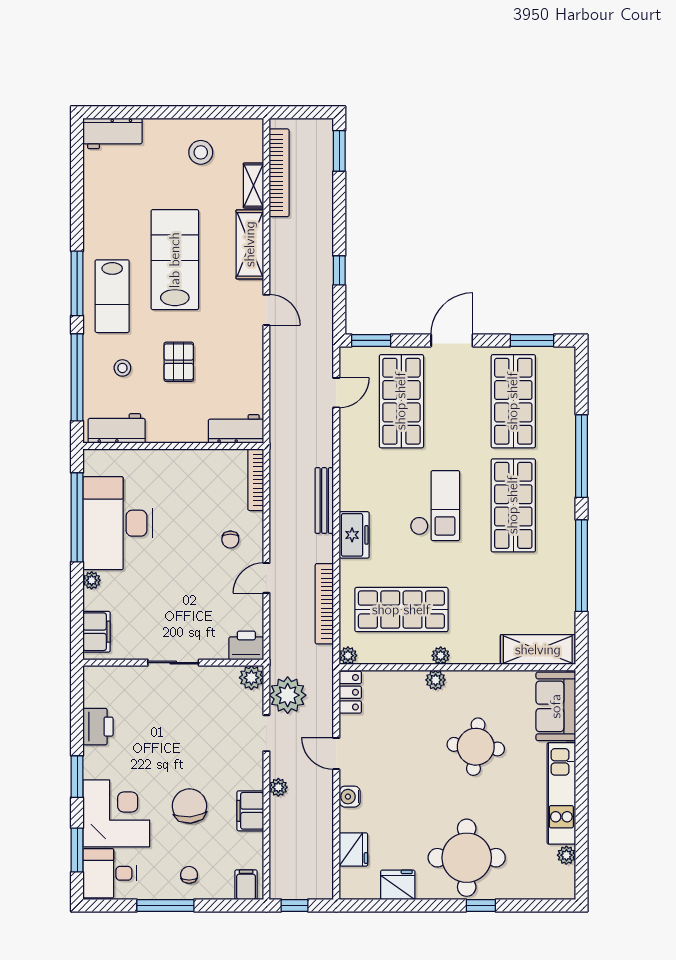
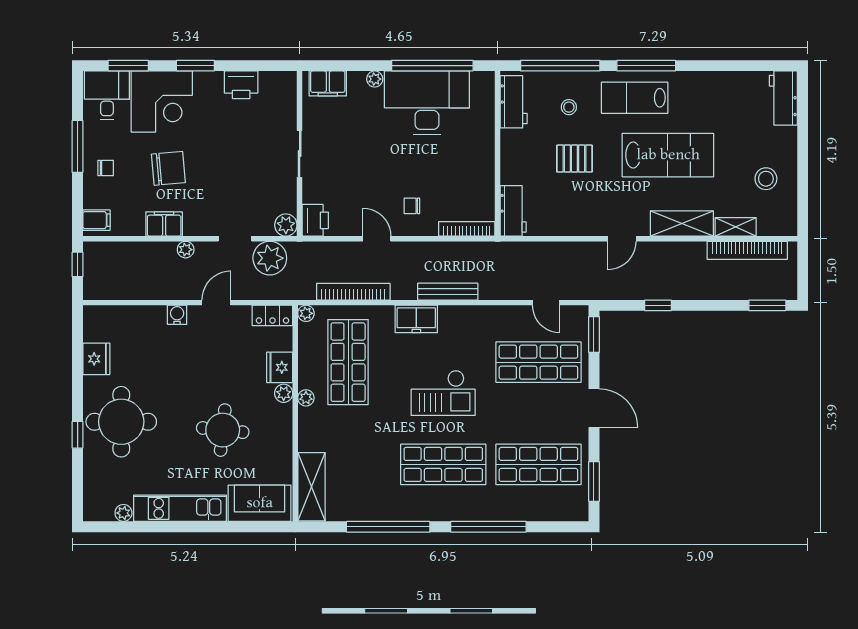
fridge: (353, 849) -> (280, 367), moved, turned 90

